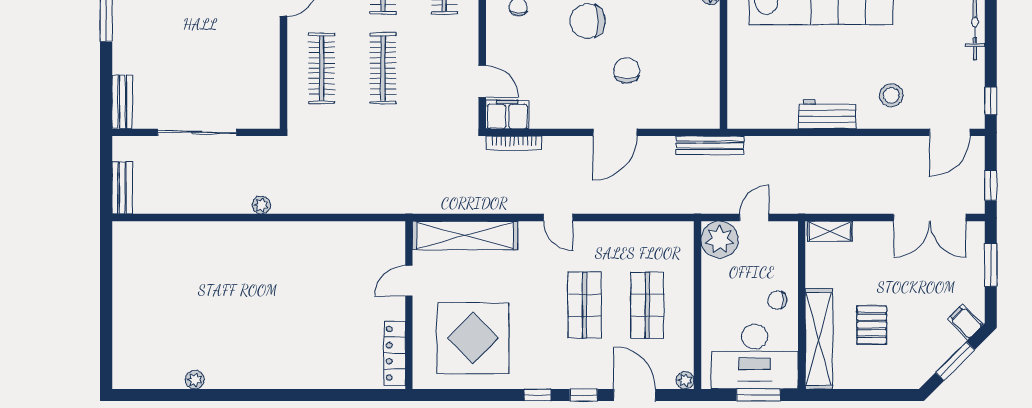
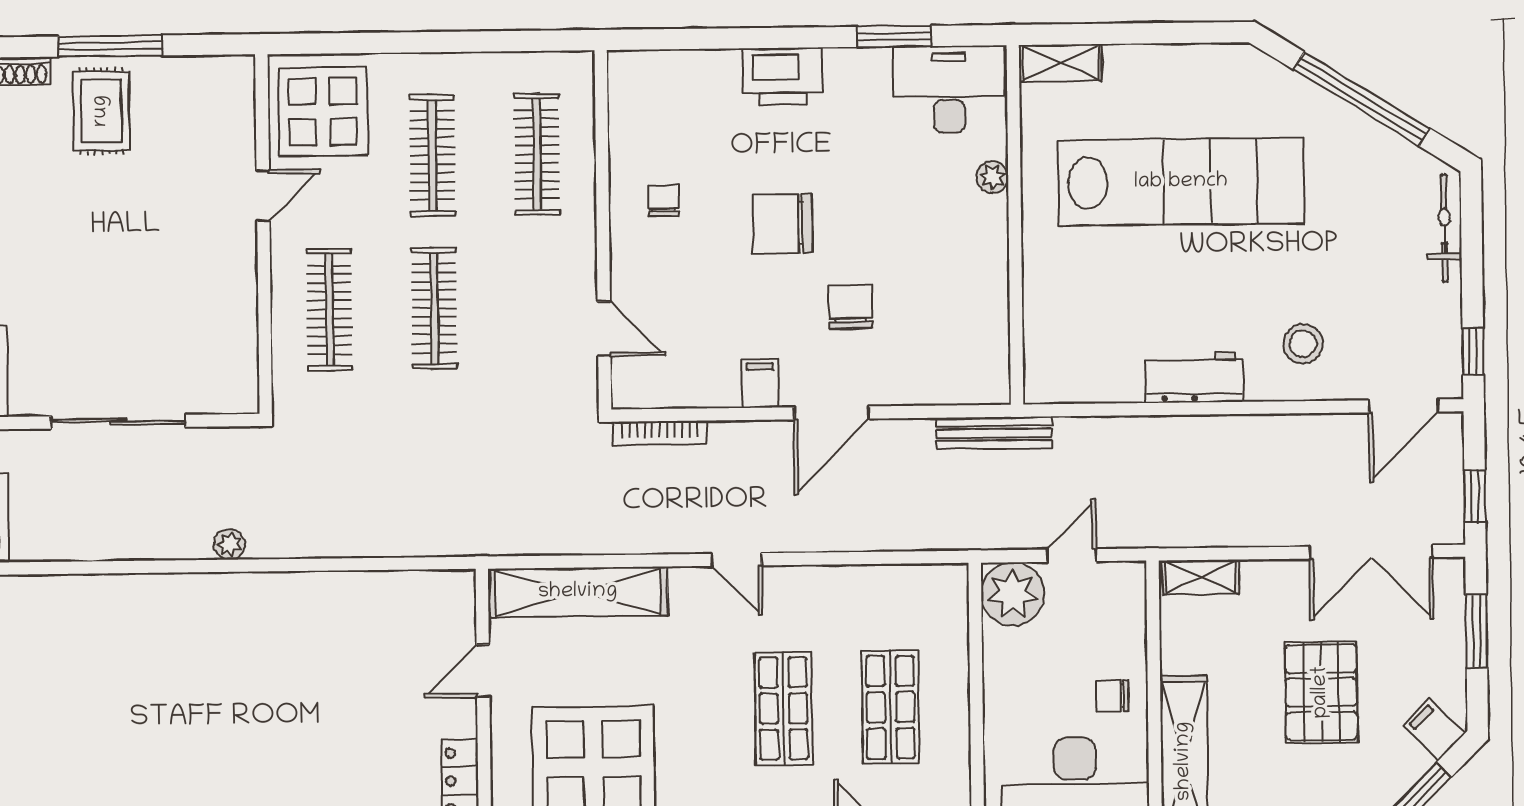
filing cabinet: (507, 115) -> (760, 383), moved, width x0.50
pallet: (872, 325) -> (1321, 692), moved, width x1.50, depth x1.42

